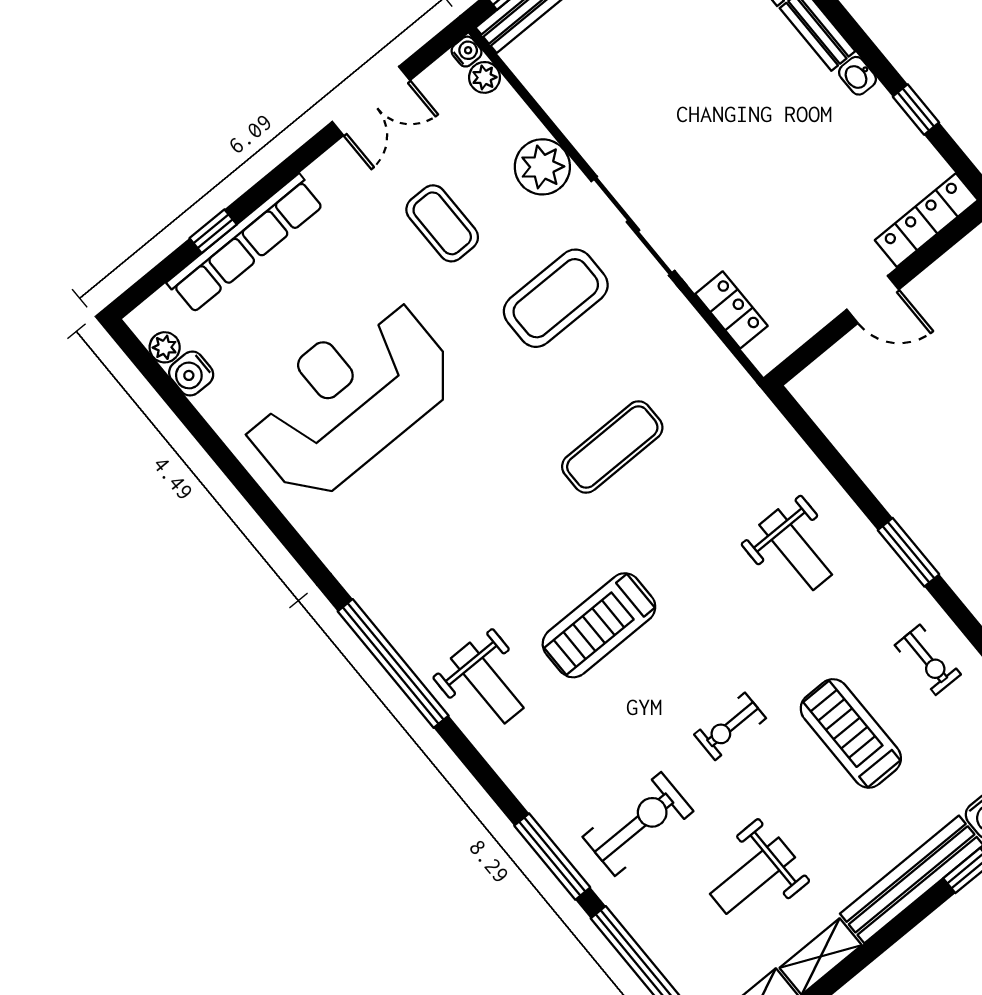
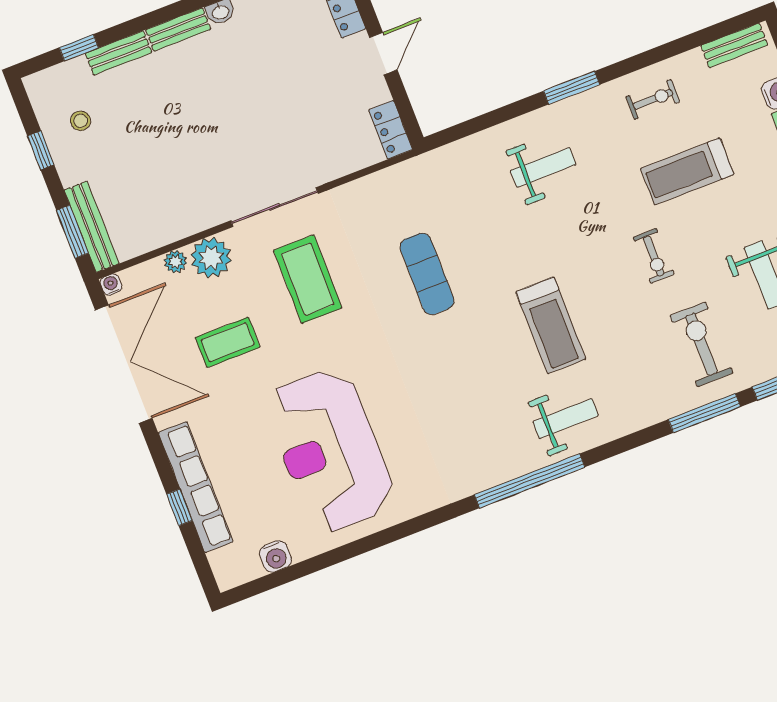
plant: (484, 77) -> (175, 262), moved
double door: (371, 101) -> (124, 364), width x1.87
locker: (731, 310) -> (391, 130), moved, turned -90
plant: (165, 347) -> (251, 569), removed

